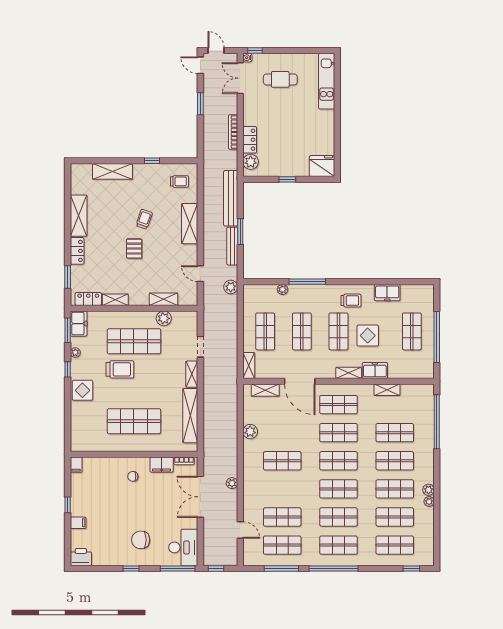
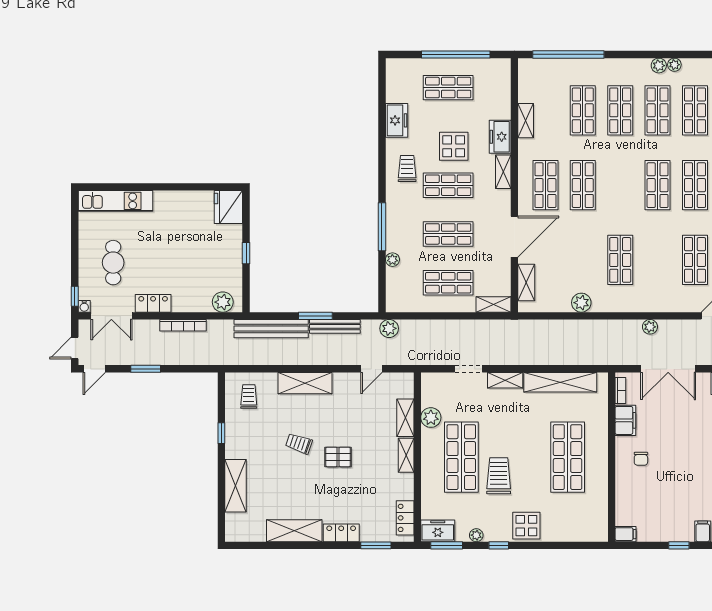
locker: (250, 140) -> (153, 303), moved
shelving: (115, 300) -> (406, 455), moved
shop shelf: (338, 461) -> (620, 185), removed

